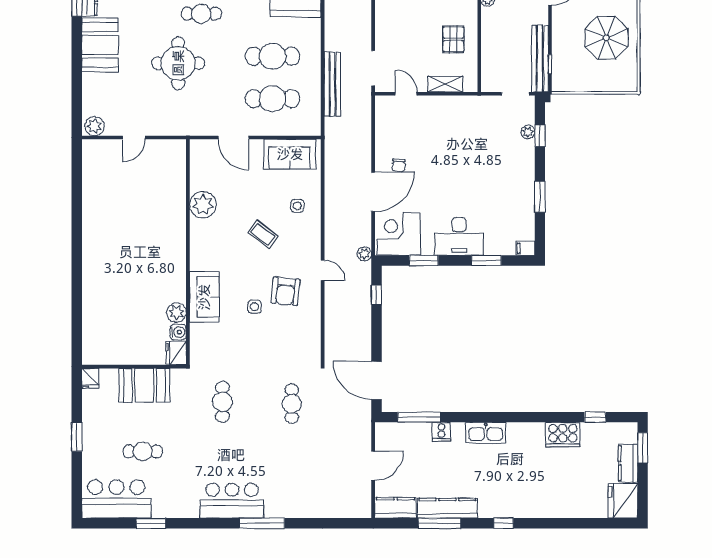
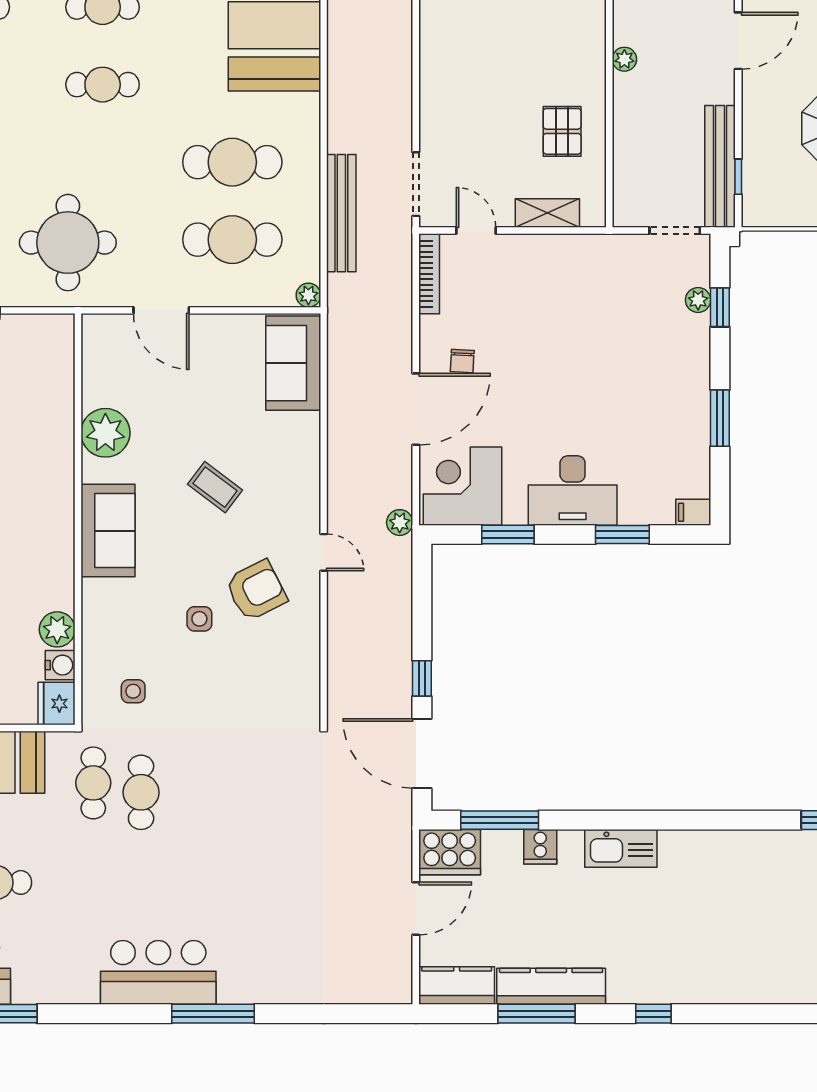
round table: (178, 63) -> (68, 243), moved
bookcase: (380, 117) -> (429, 274), added
plant: (314, 129) -> (308, 295), added
sofa: (290, 154) -> (293, 363), moved, turned 90
side table: (297, 206) -> (133, 691), moved
armchair: (286, 291) -> (256, 590), turned -123
window: (377, 295) -> (422, 678), moved
sofa: (204, 297) -> (108, 531), moved
cafe table: (292, 404) -> (93, 783), moved
cooker: (563, 435) -> (450, 852), moved

